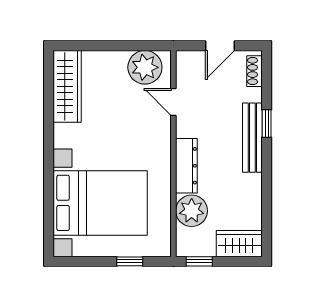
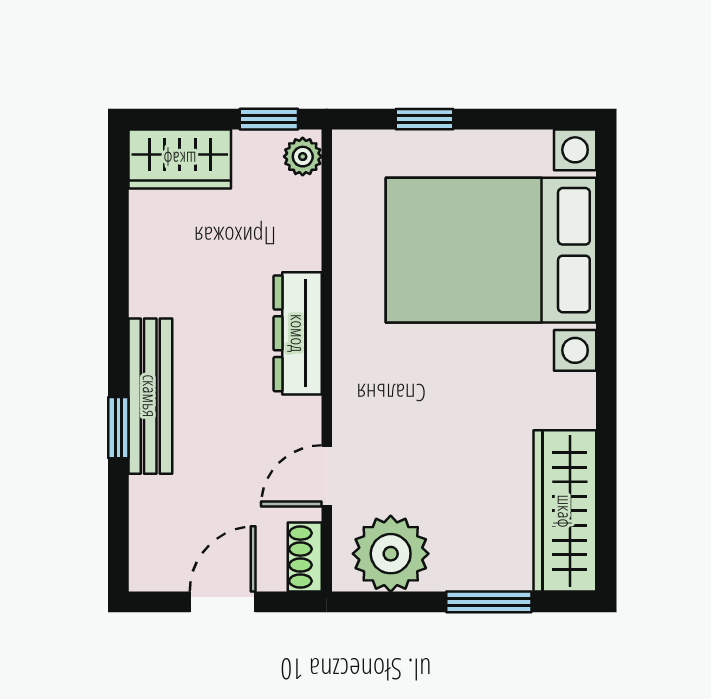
window: (101, 46) -> (489, 602), added
shoe rack: (254, 71) -> (305, 557), moved, turned 180
door: (173, 102) -> (327, 476), swing flipped
plant: (192, 211) -> (303, 157), moved, width x0.53, depth x0.53

